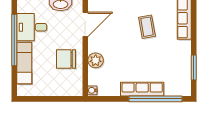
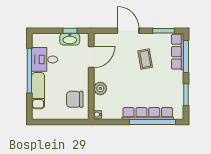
window: (194, 24) -> (186, 56), added
chair: (66, 59) -> (75, 99), moved
row of seats: (142, 89) -> (148, 114), width x1.36

